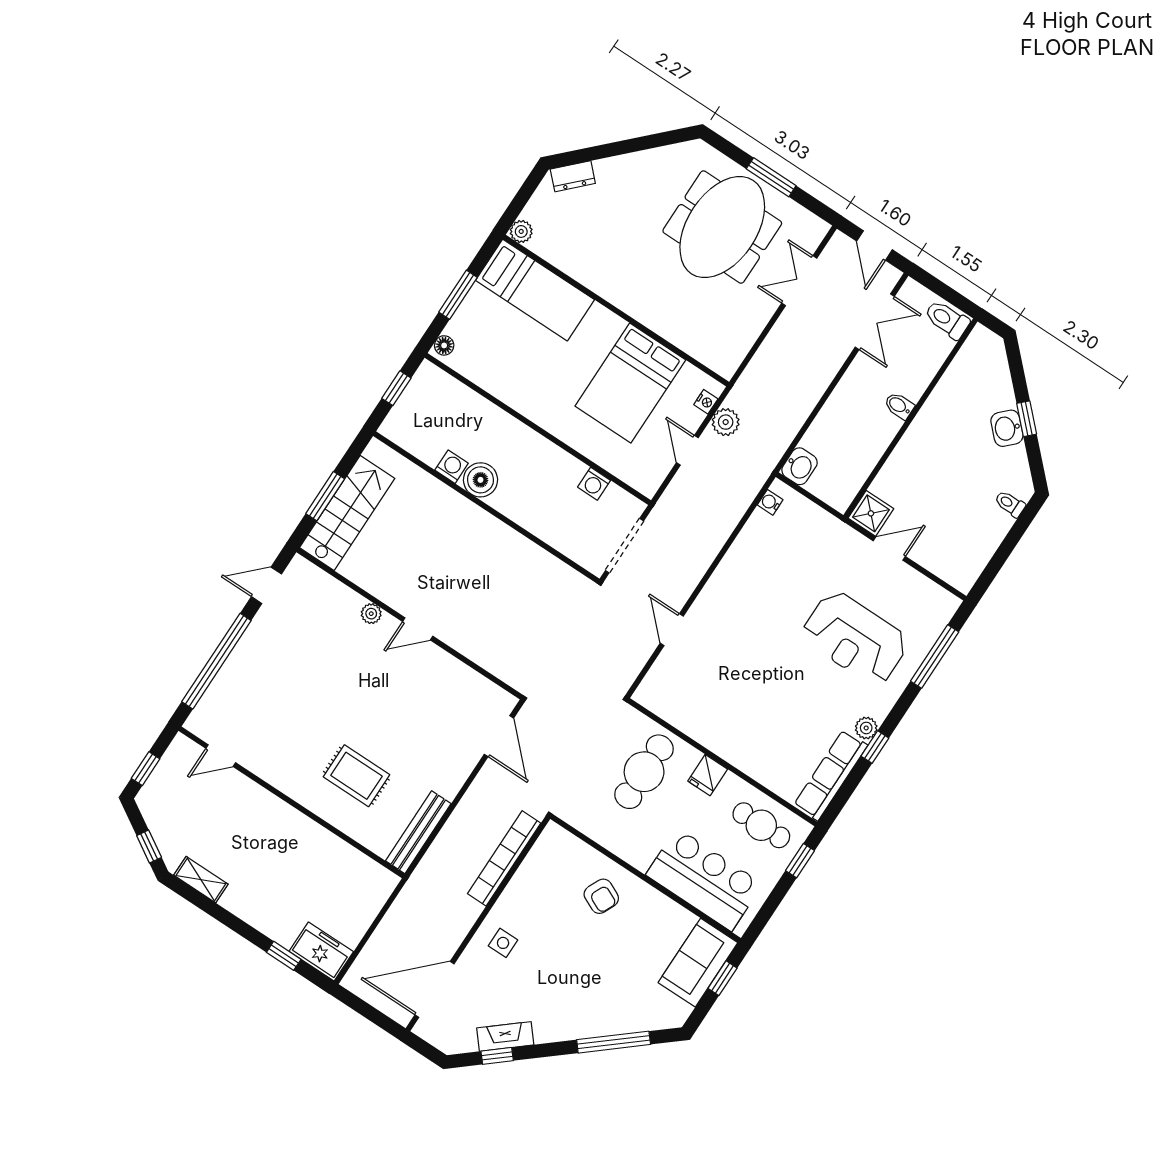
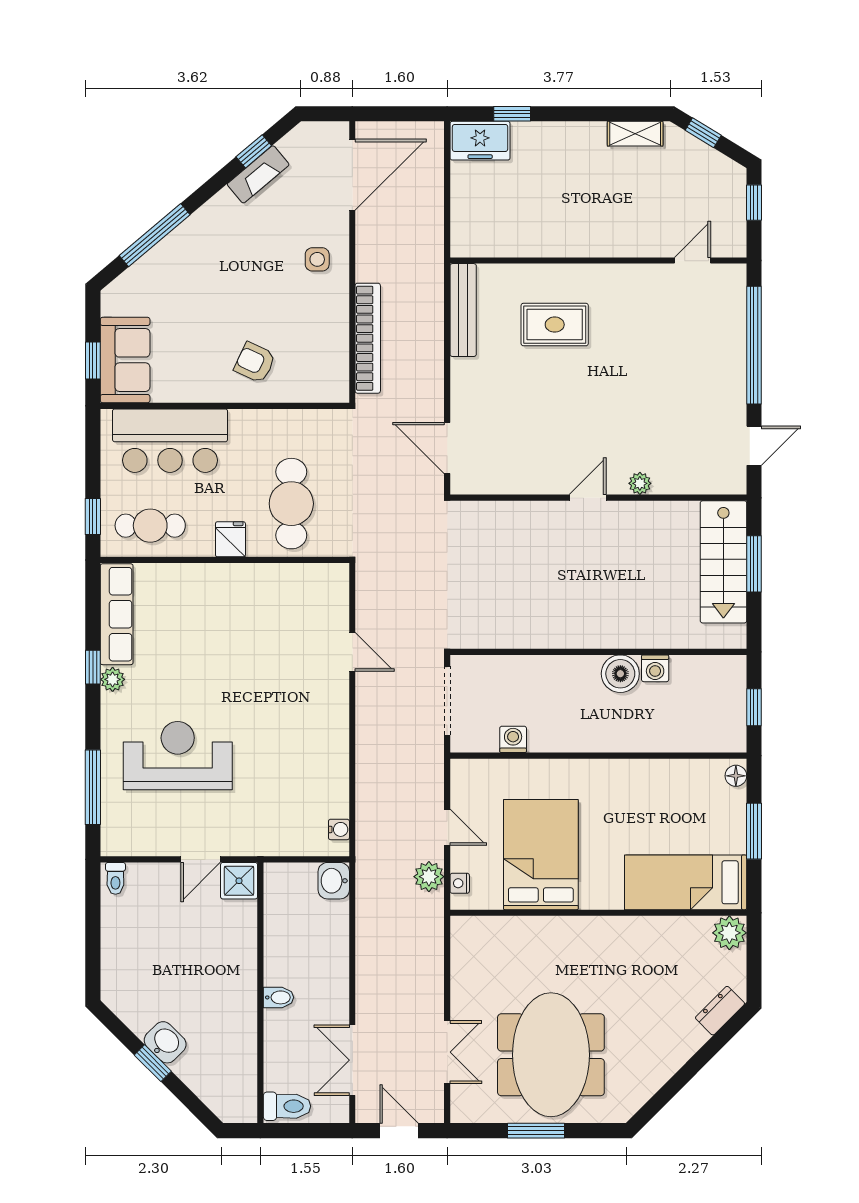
plant: (521, 231) -> (729, 933), width x1.38, depth x1.38
toilet: (1010, 504) -> (115, 878), moved, turned 90

